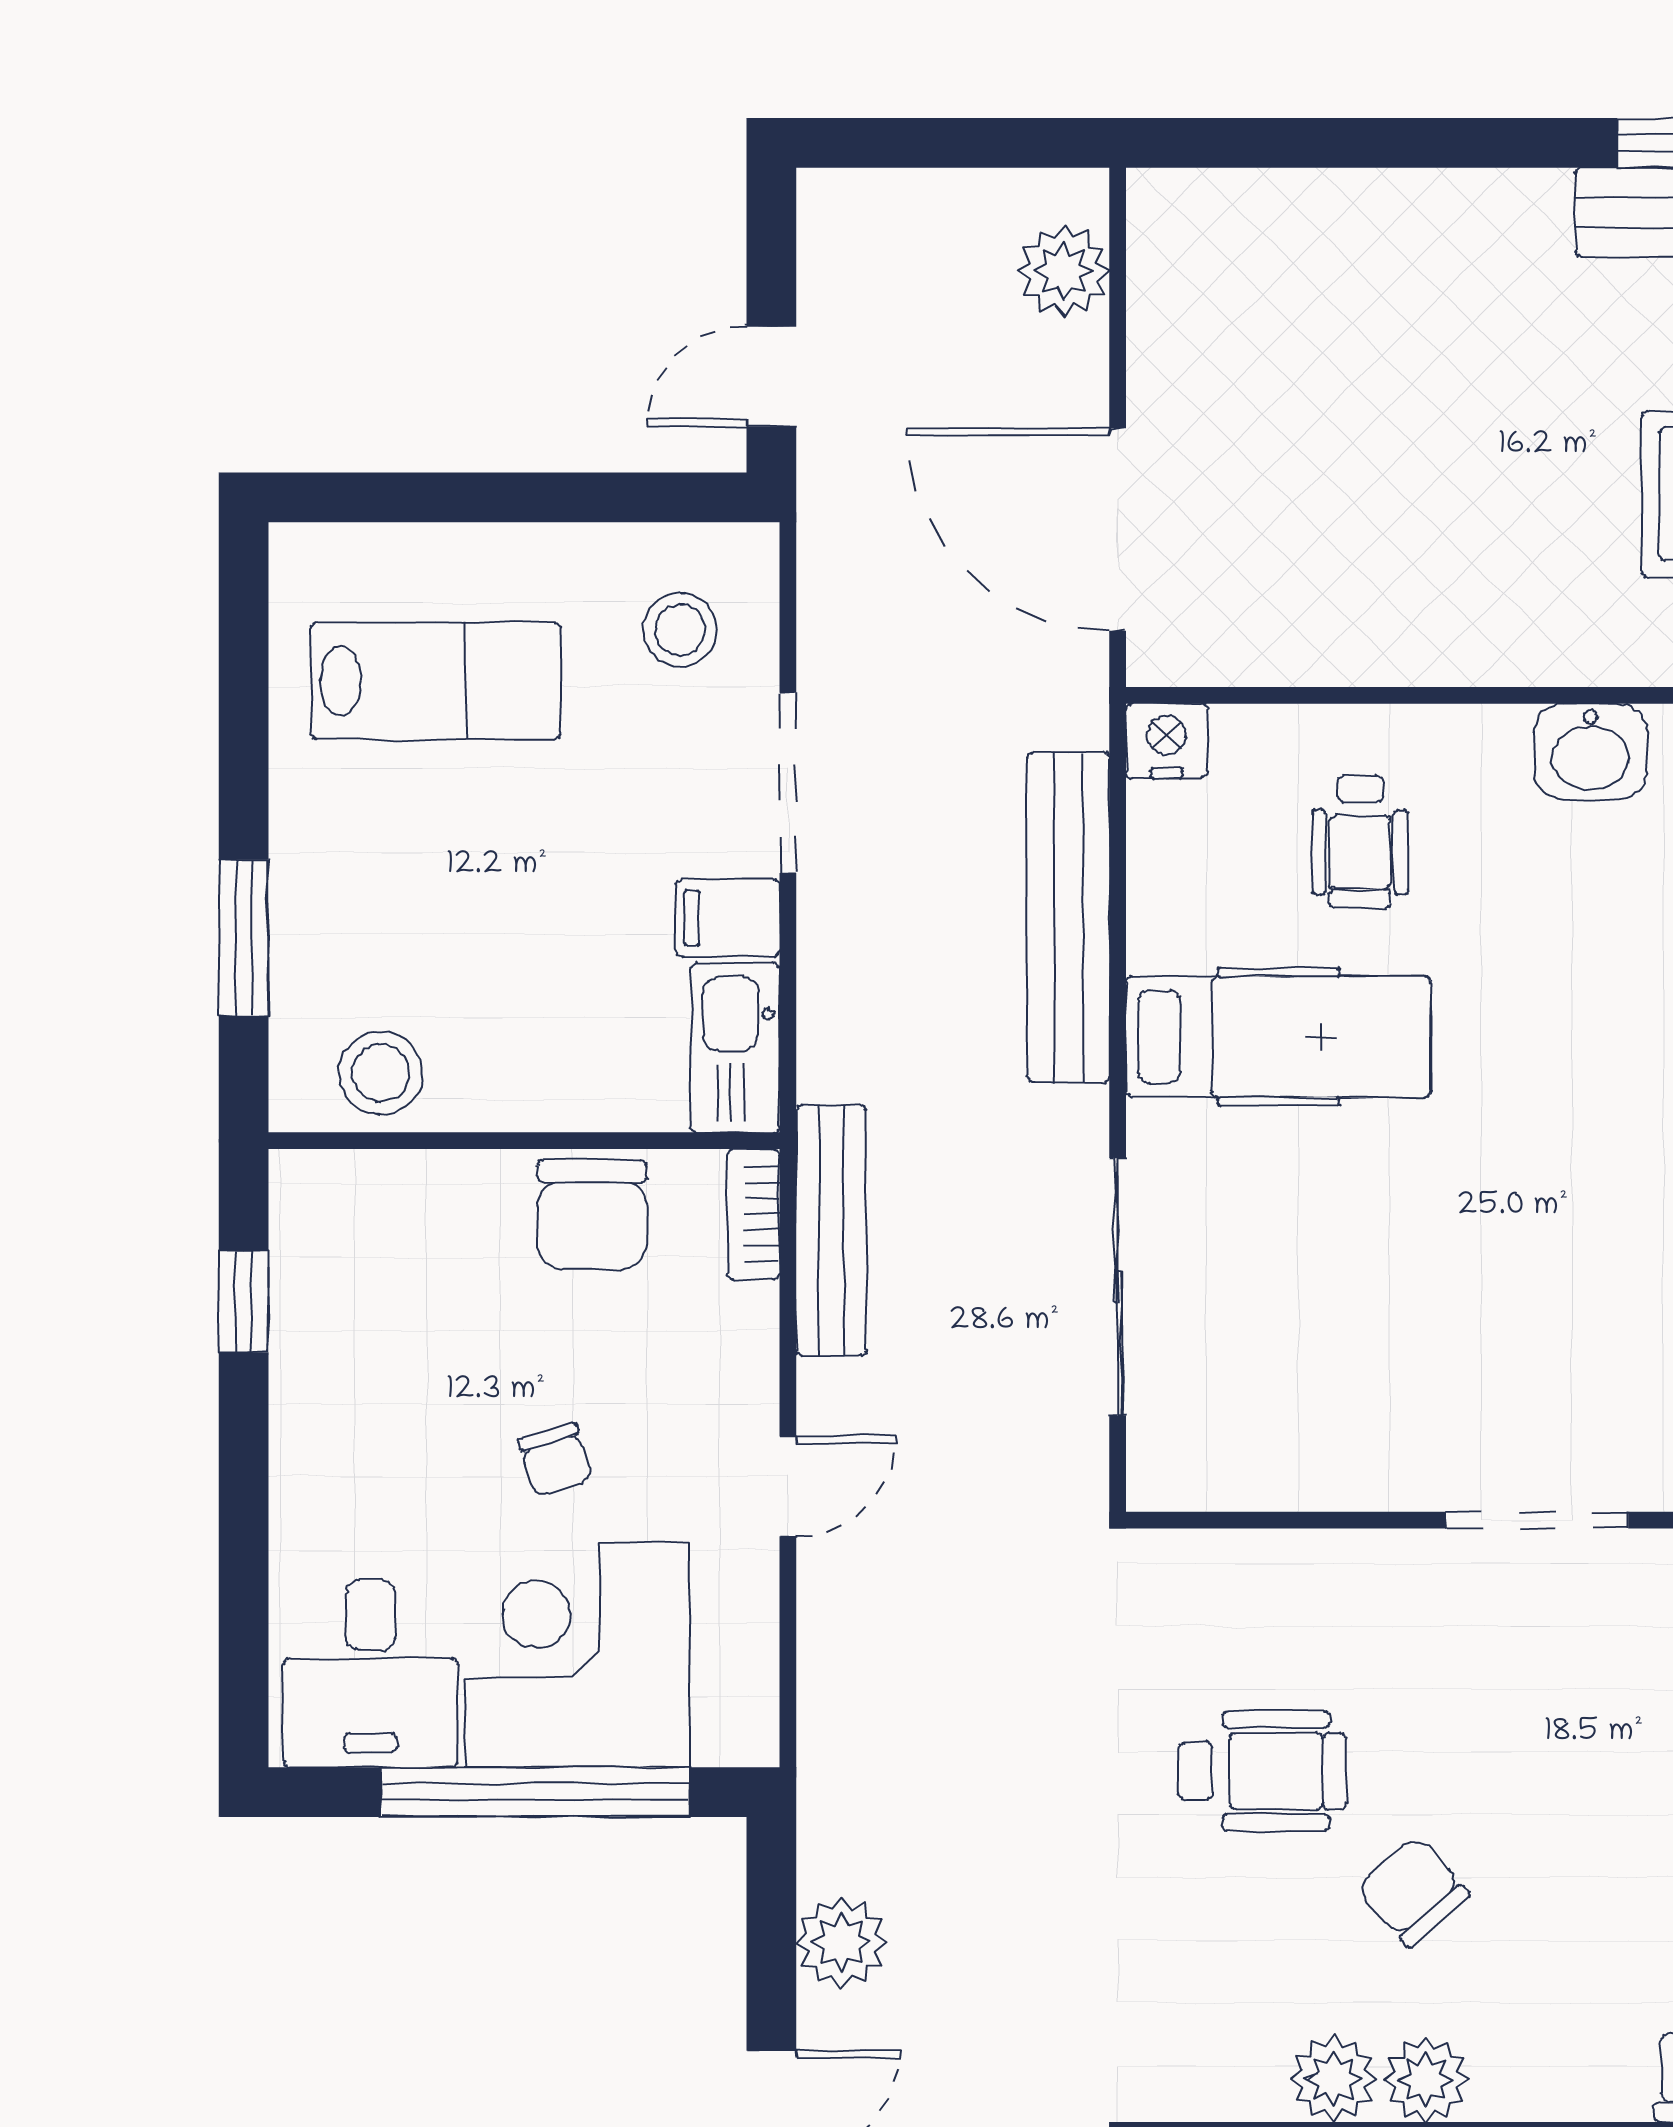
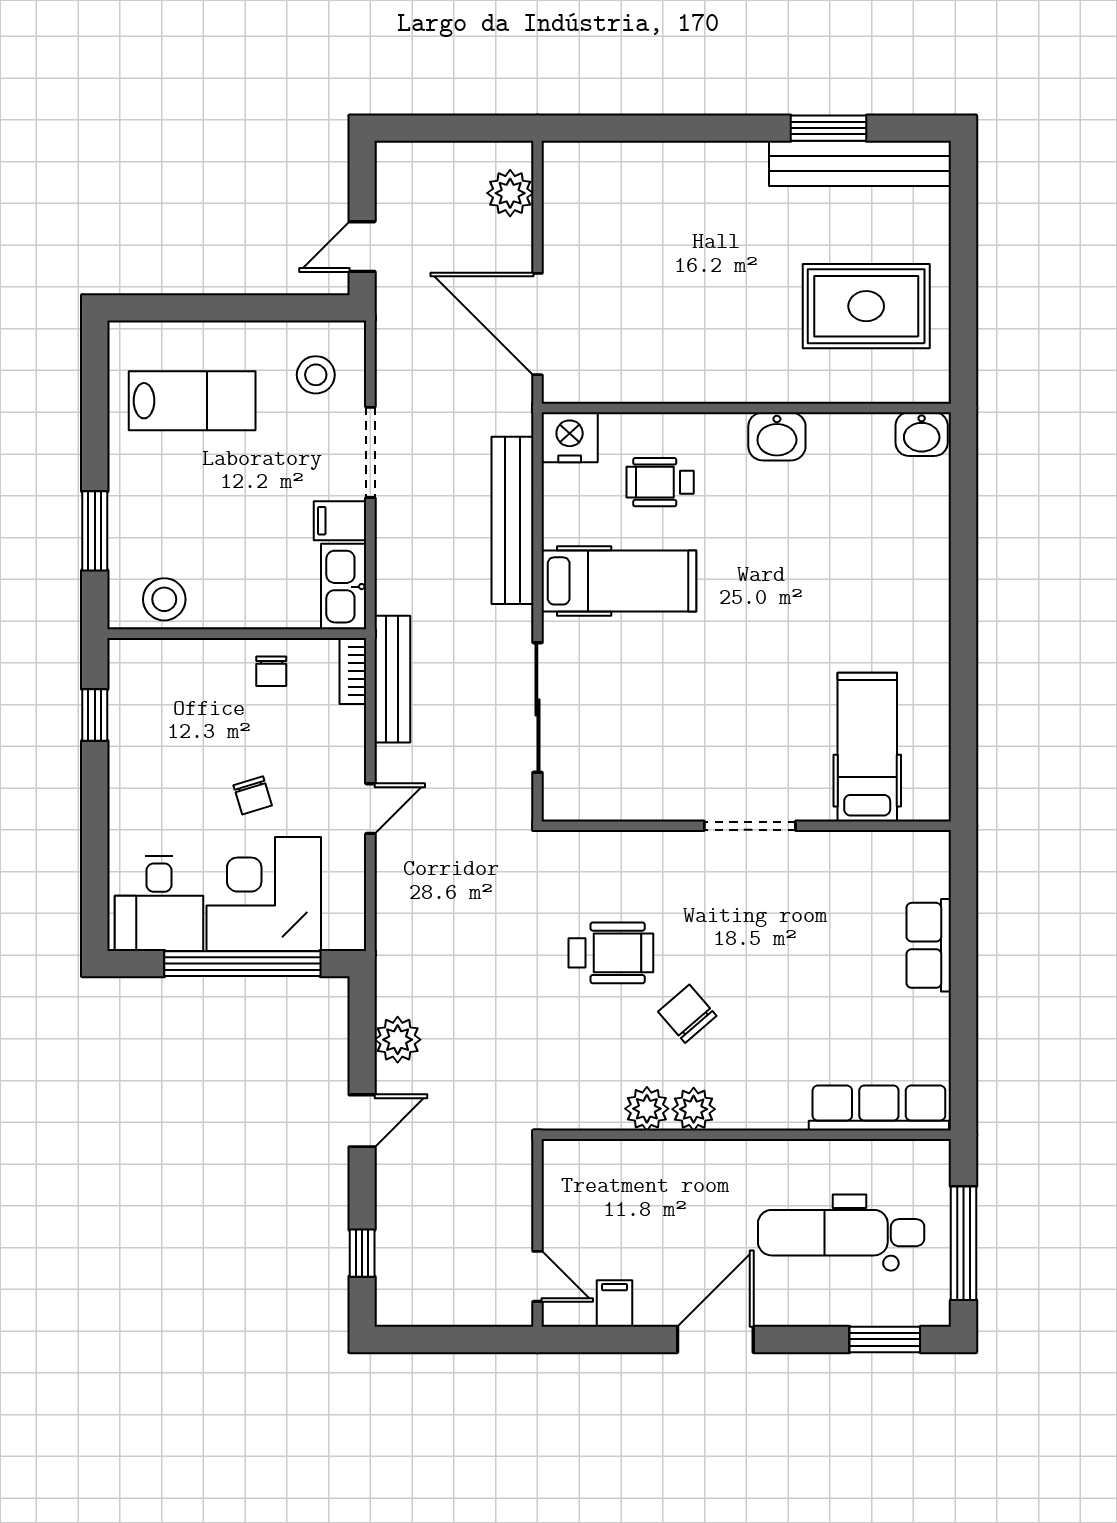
nightstand: (1167, 741) -> (570, 437), width x1.36, depth x1.33
wheelchair: (1360, 842) -> (660, 482), turned 90
chair: (592, 1215) -> (271, 671), width x0.54, depth x0.54

